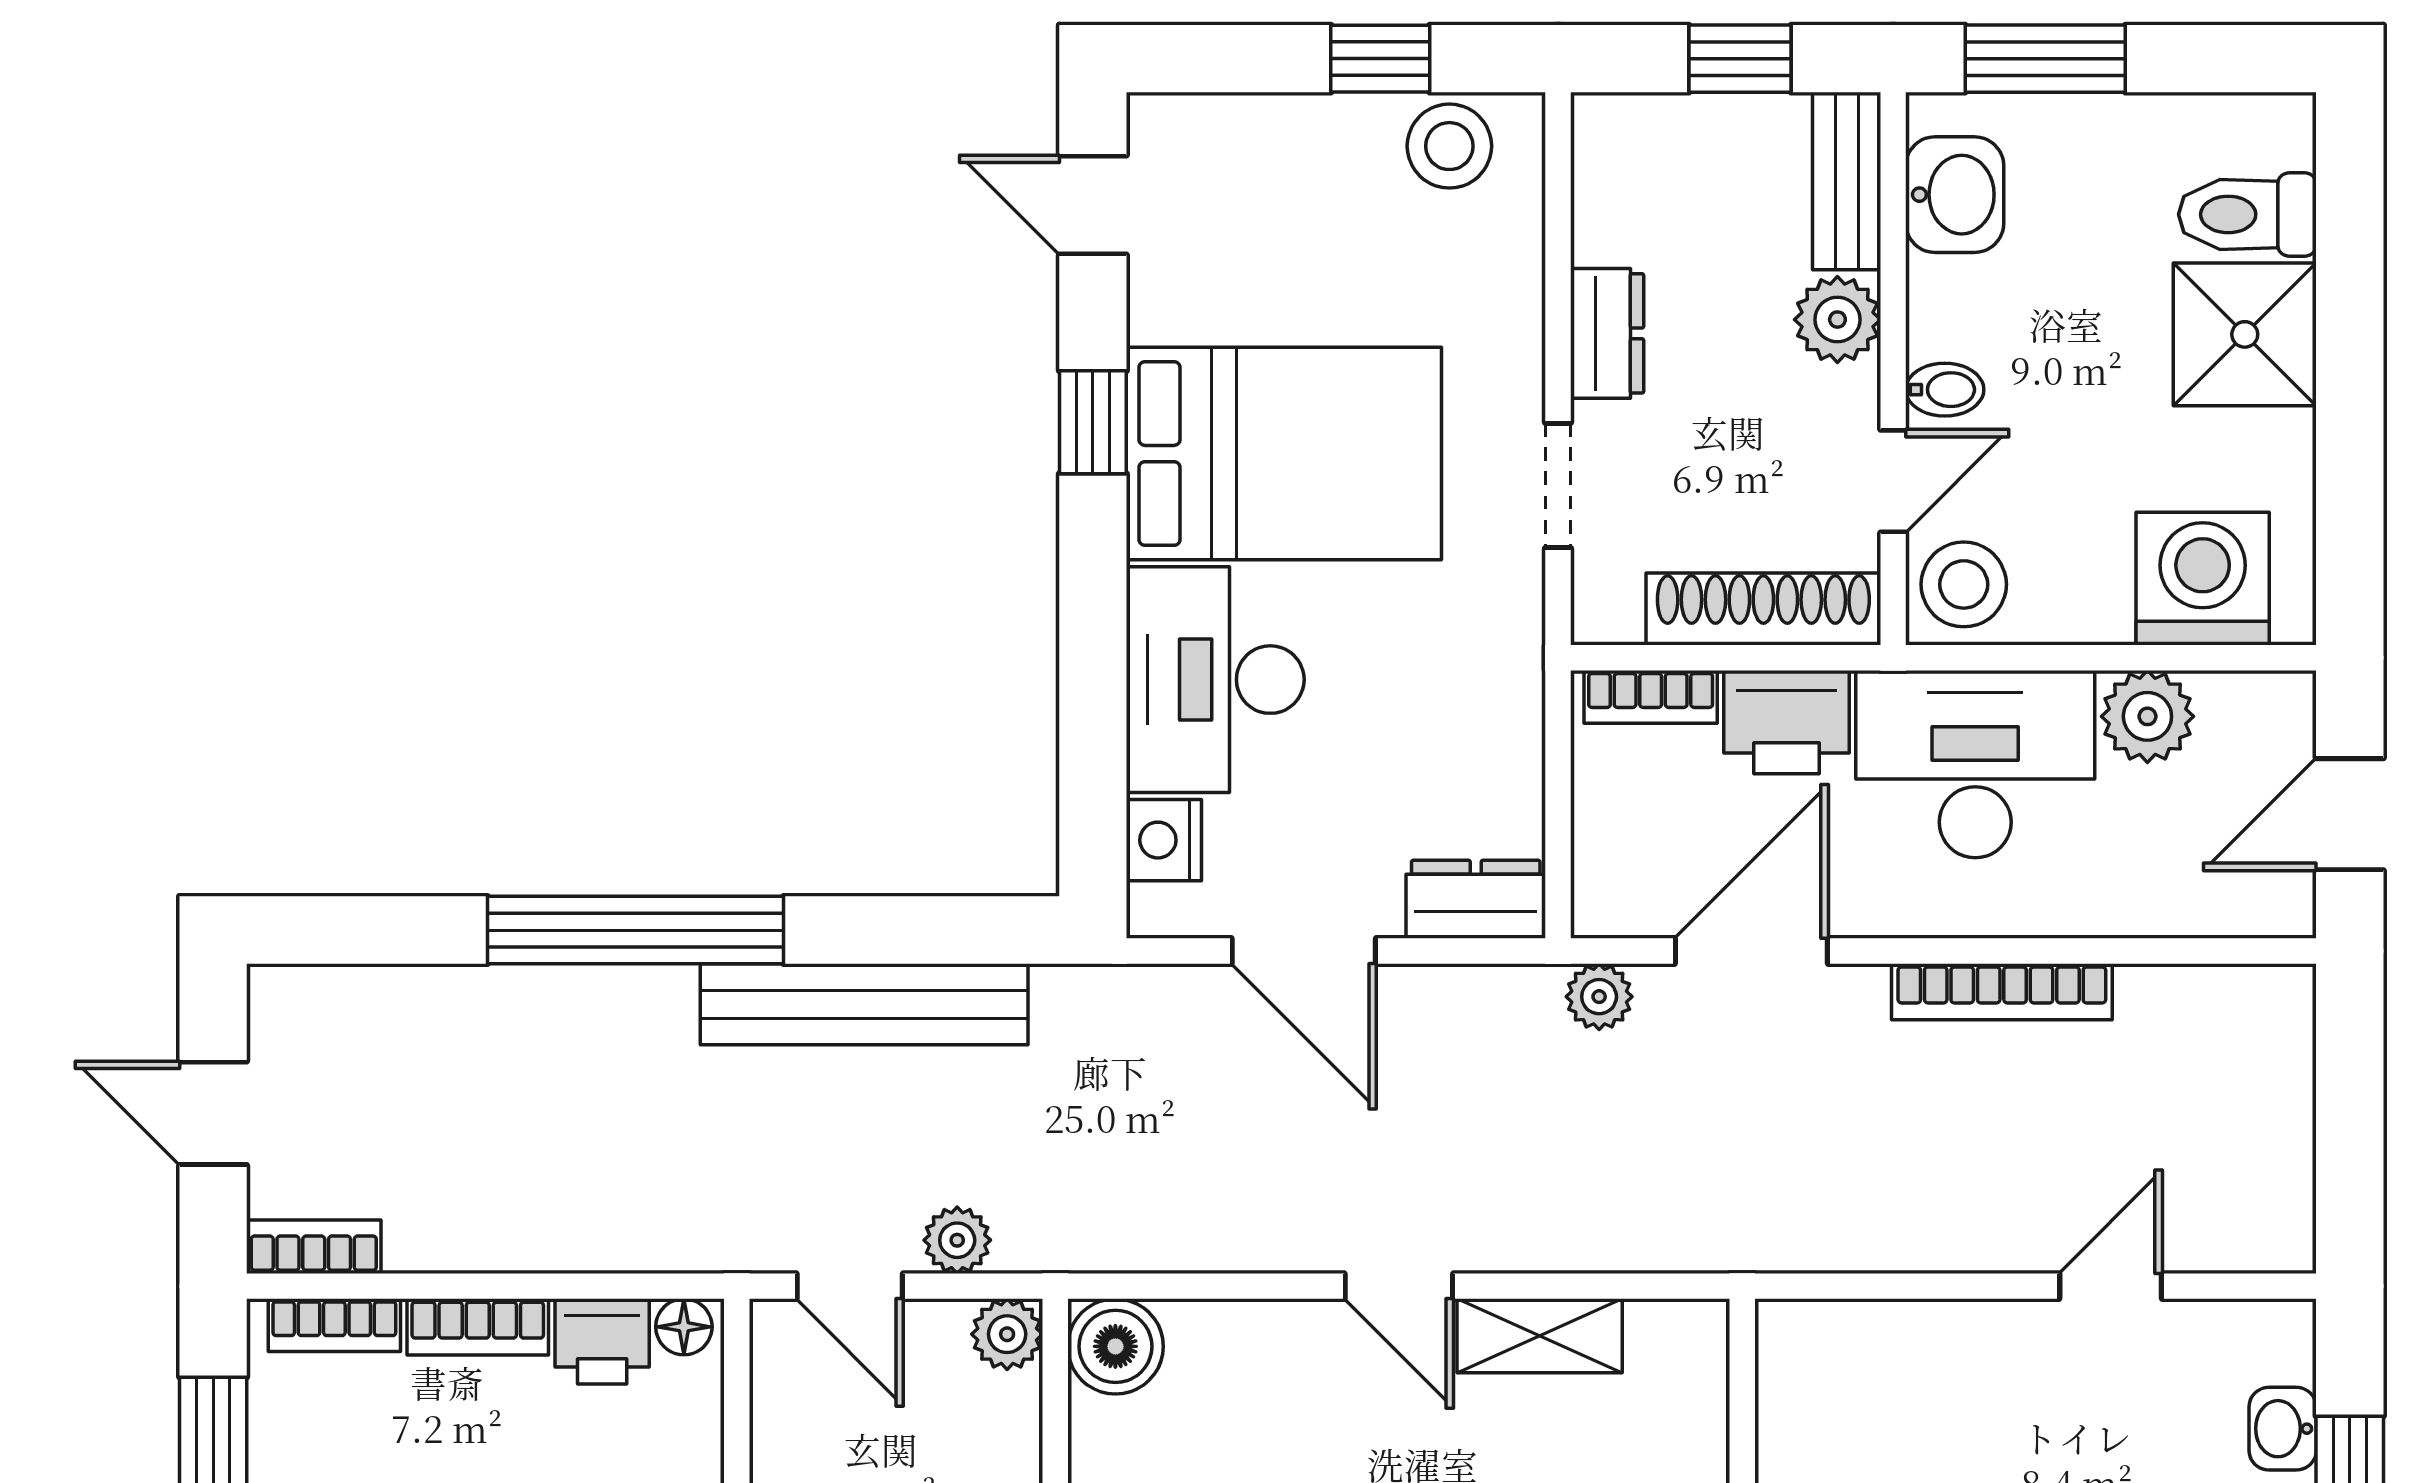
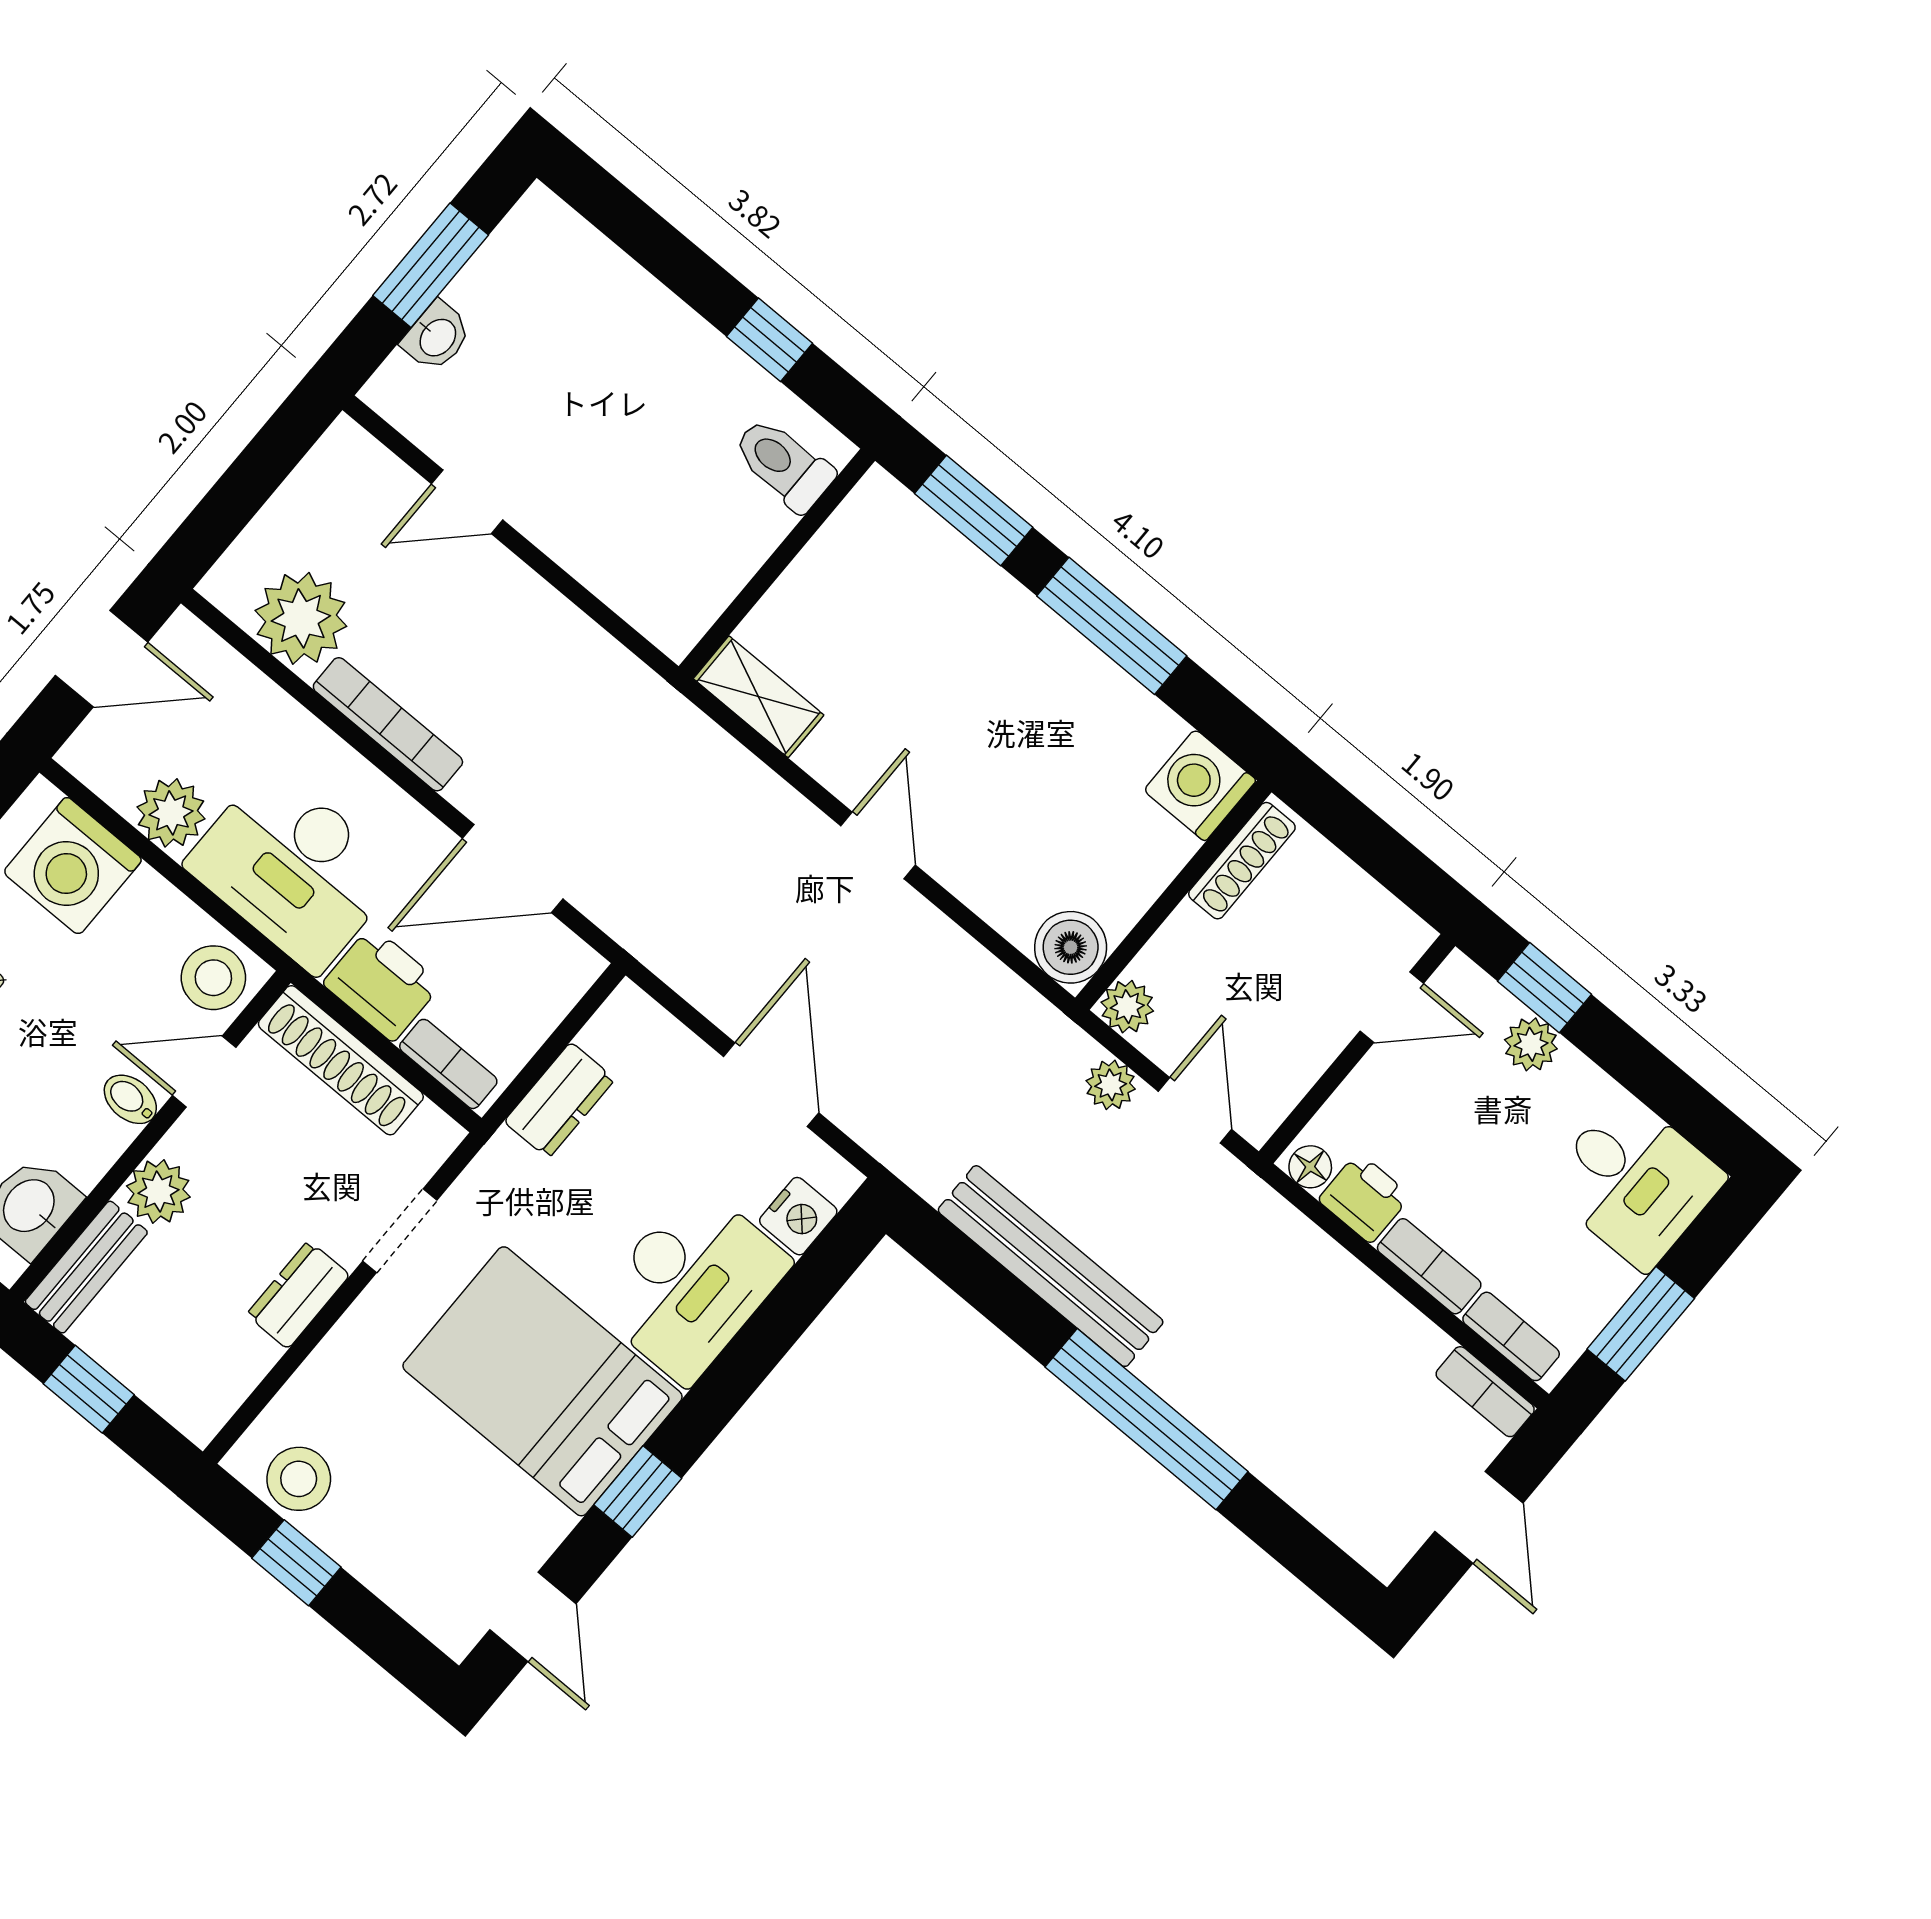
dresser: (1476, 899) -> (560, 1100), moved, turned -90
plant: (1599, 997) -> (301, 618), moved, width x1.88, depth x1.88
shelving: (1540, 1336) -> (759, 697), moved

